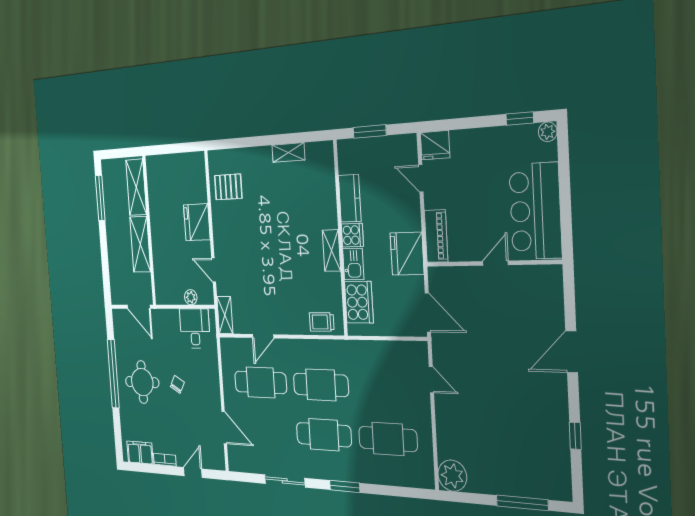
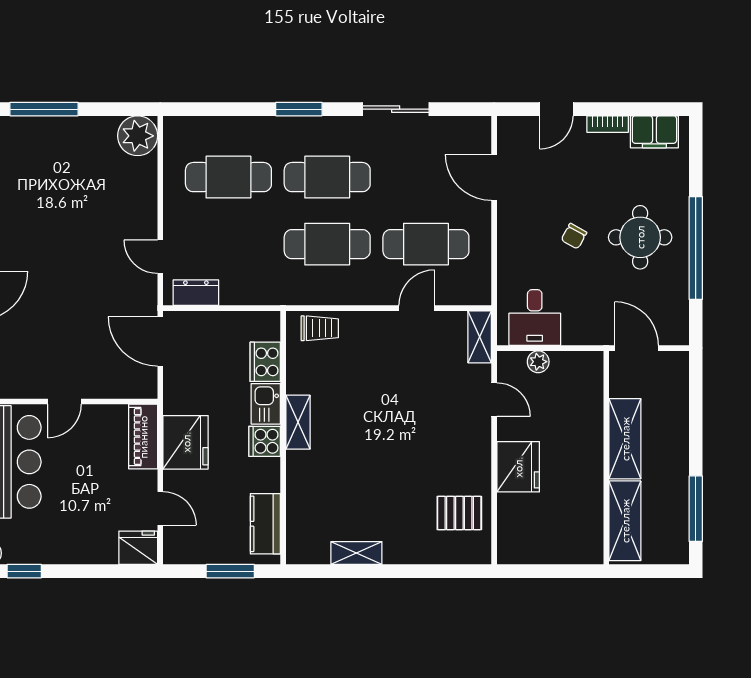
kitchen counter: (350, 198) -> (265, 524), moved
fridge: (407, 254) -> (186, 442), moved
cooker: (359, 302) -> (265, 362), width x0.73, depth x0.76
dresser: (405, 351) -> (196, 293), added

